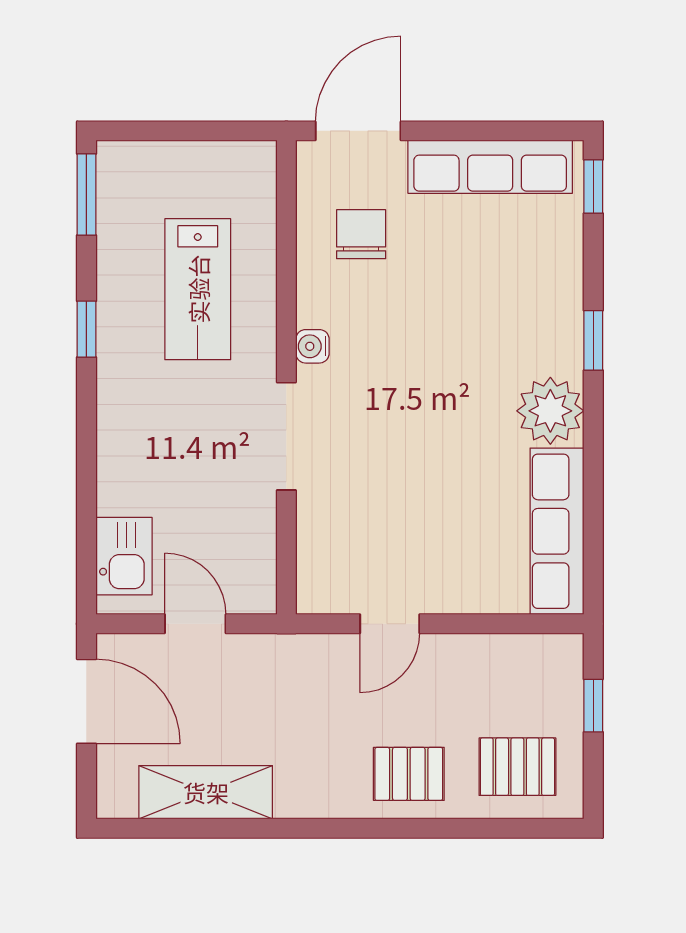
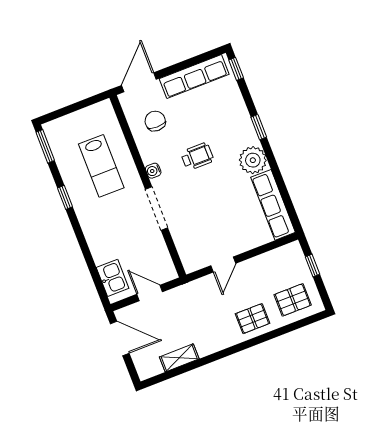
wheelchair: (426, 353) -> (197, 156), added
shelving: (206, 792) -> (179, 358), width x0.67, depth x0.75

